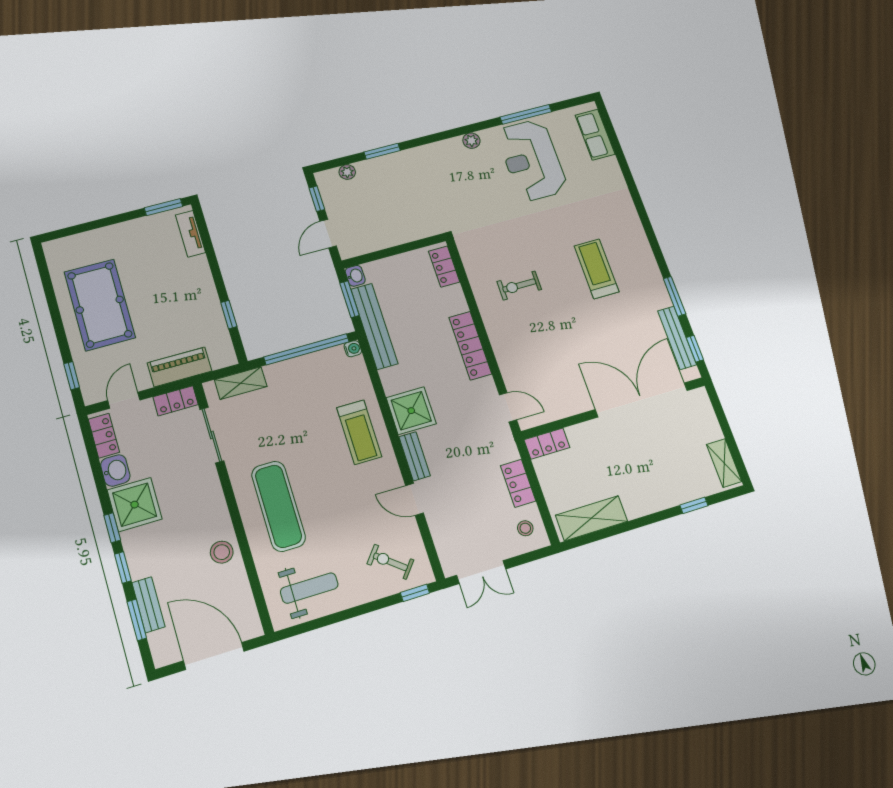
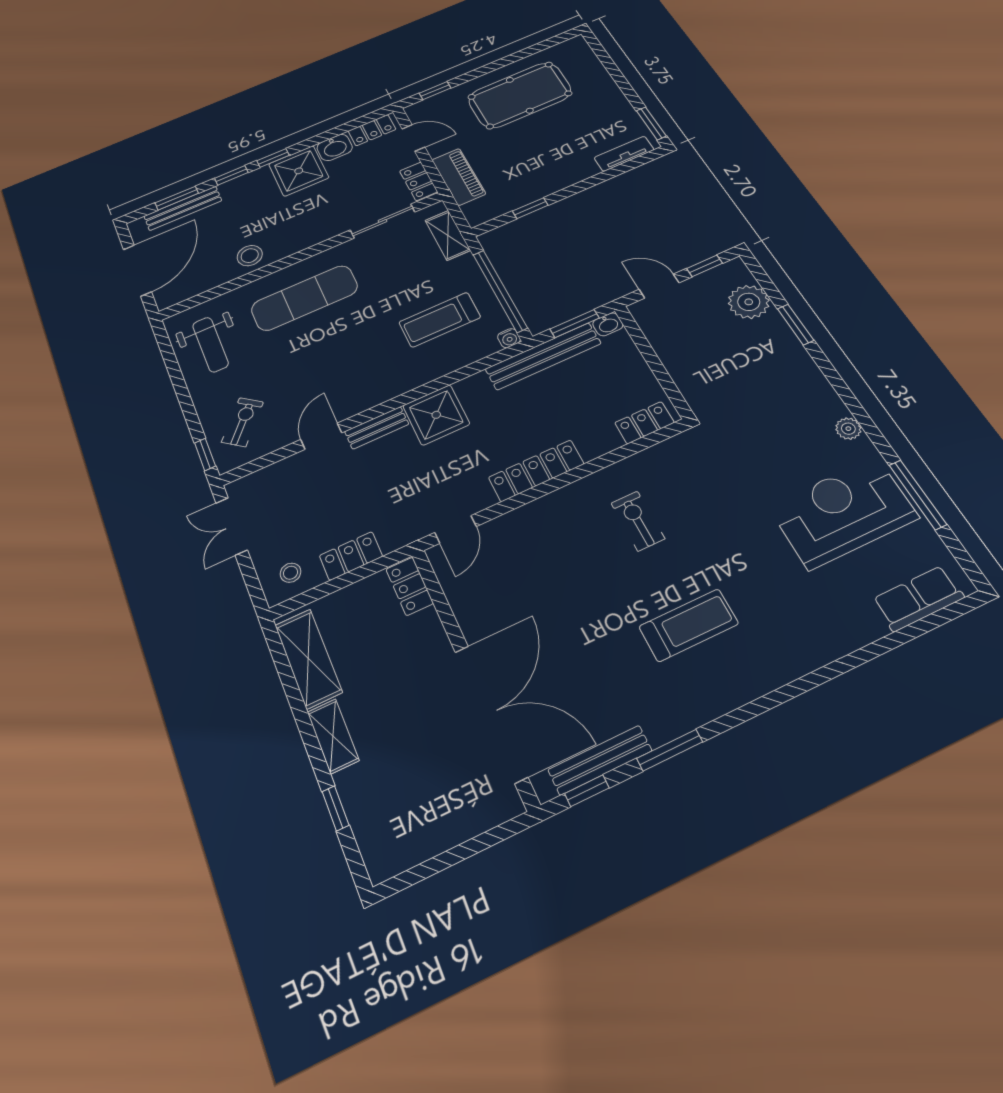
plant: (347, 172) -> (749, 302), width x1.88, depth x1.88
treadmill: (359, 432) -> (440, 320), moved
shelving: (724, 463) -> (333, 736), moved, turned 90
bench: (148, 605) -> (183, 208), width x1.36

